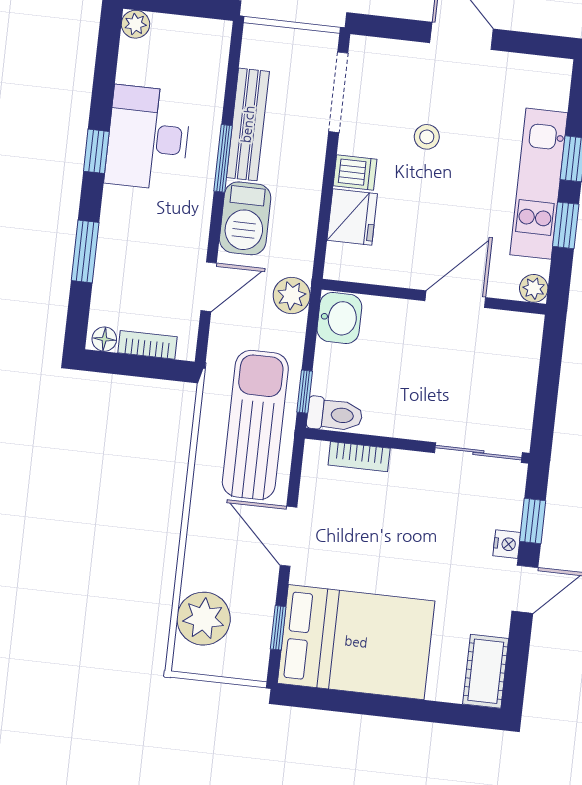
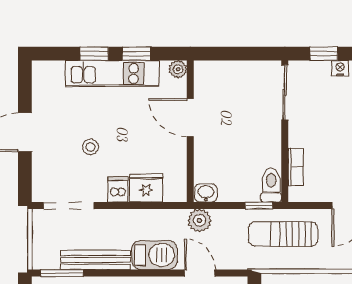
window: (223, 158) -> (62, 273), moved
washbasin: (339, 318) -> (206, 193), width x0.72, depth x0.69
sun lounger: (255, 425) -> (283, 234), width x0.73, depth x0.75

